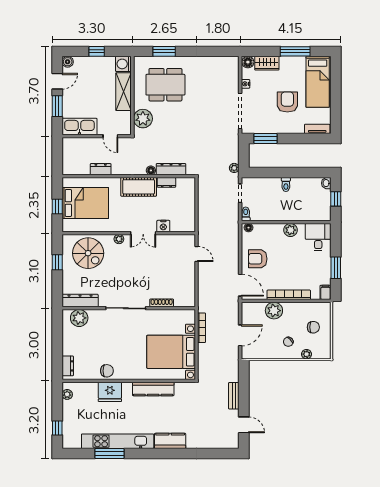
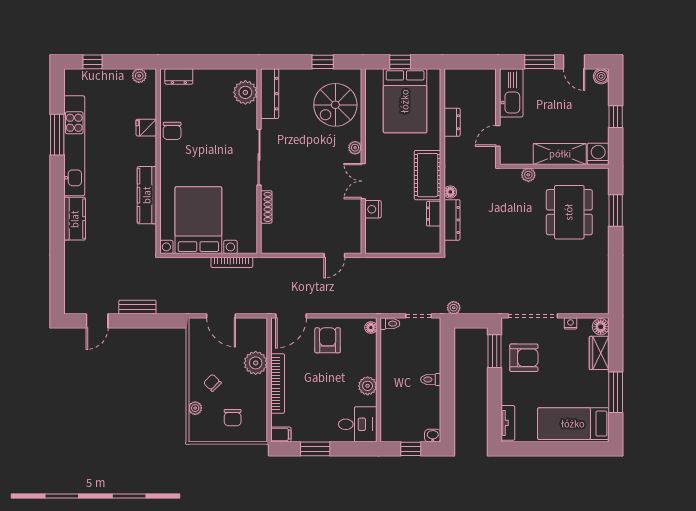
armchair: (287, 102) -> (524, 358), moved
plant: (143, 119) -> (528, 175), width x0.53, depth x0.53
fridge: (110, 392) -> (146, 128), width x0.53, depth x0.75

